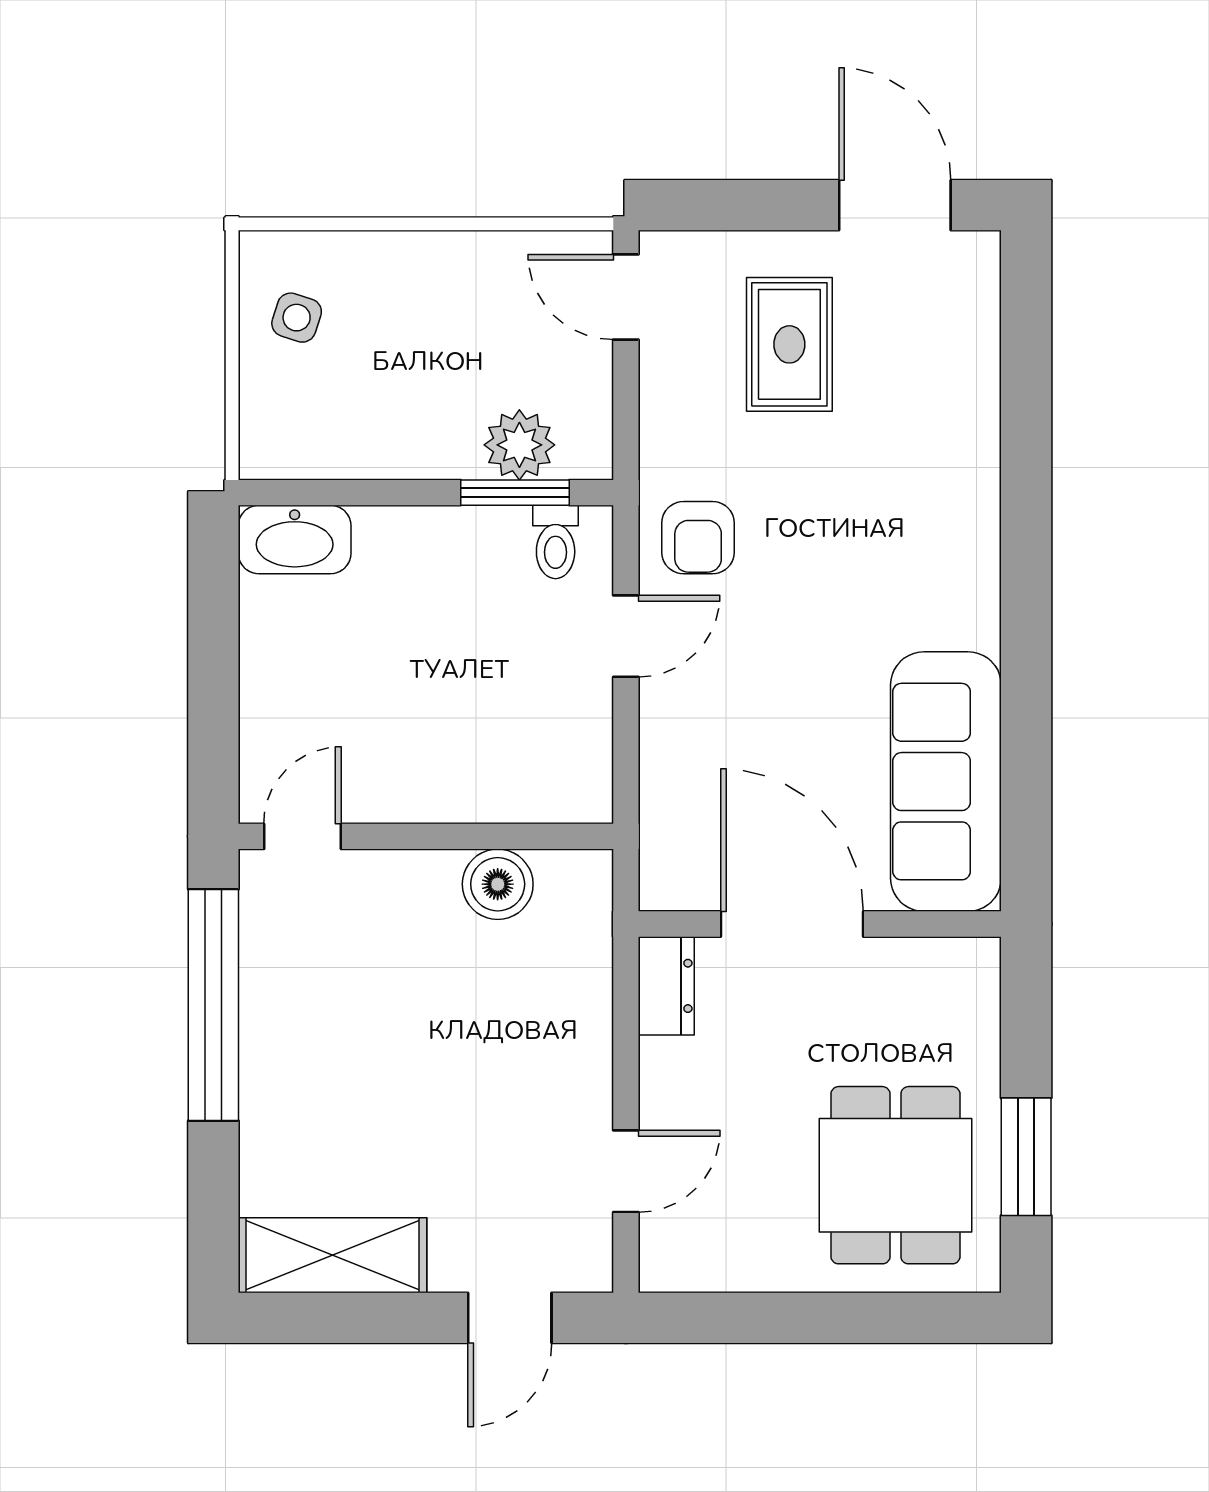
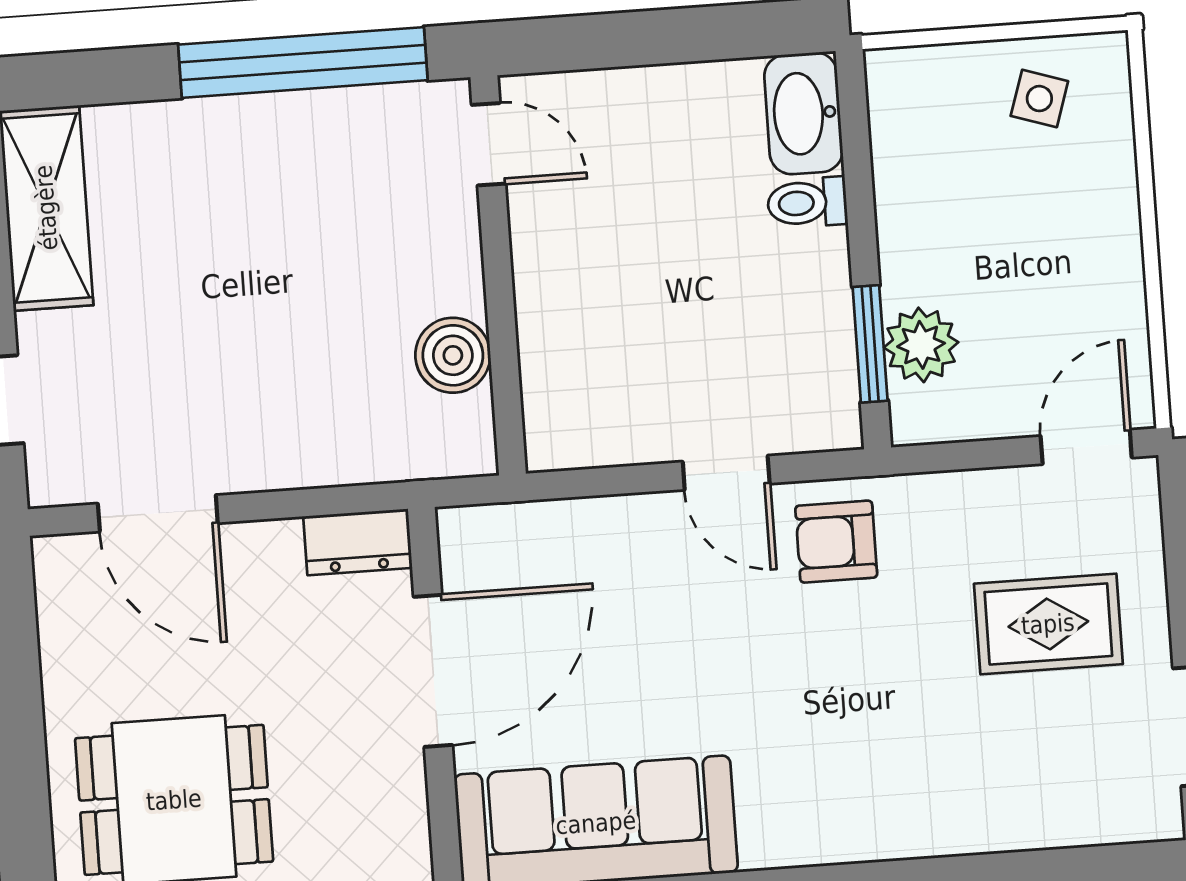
toilet: (556, 542) -> (807, 203), moved
door: (626, 1171) -> (158, 513), width x1.38

